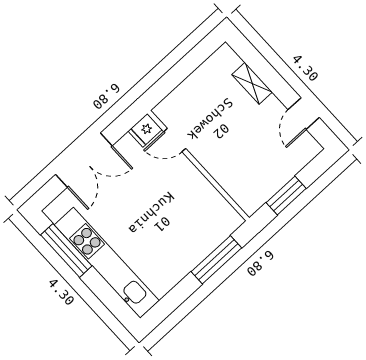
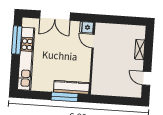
door: (304, 114) -> (147, 78), hinge flipped
window: (286, 196) -> (111, 100), removed
kitchen counter: (212, 236) -> (71, 87), added

